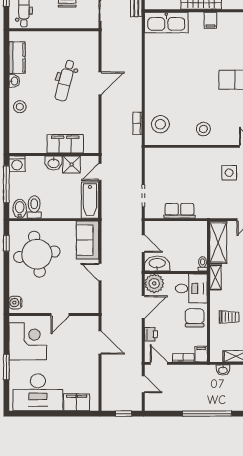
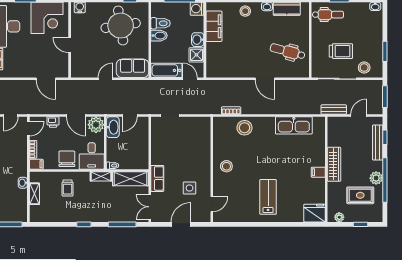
kitchen sink: (166, 22) -> (294, 125), moved, turned -90
dental chair: (65, 81) -> (288, 51), moved
stool: (160, 124) -> (244, 128), moved
filing cabinet: (65, 144) -> (214, 26), moved
bidet: (20, 209) -> (159, 36), moved
row of seats: (179, 211) -> (157, 178), moved
chair: (195, 318) -> (67, 159), turned -90
door: (100, 343) -> (46, 79), hinge flipped

